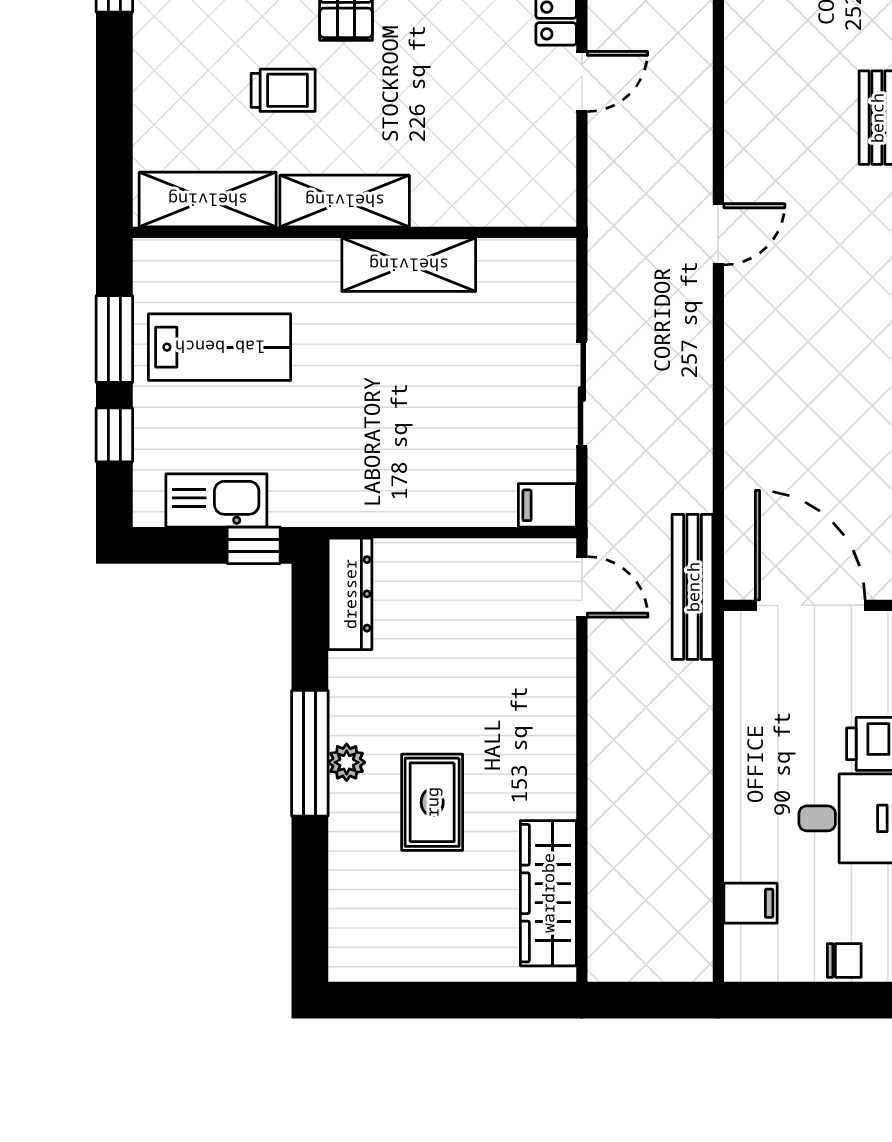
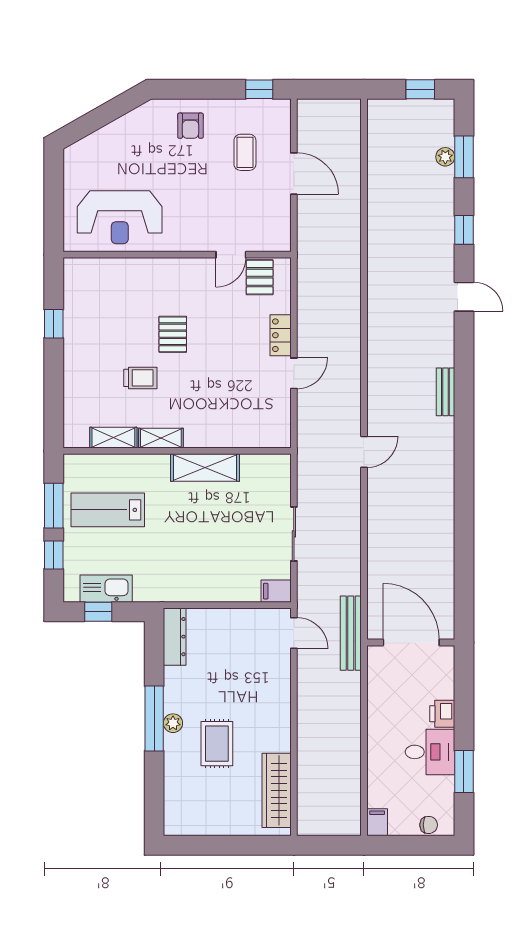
shelving: (208, 200) -> (113, 438), width x0.67, depth x0.75
shelving: (345, 201) -> (161, 438), width x0.67, depth x0.75
lab bench: (220, 347) -> (108, 510), turned 180
window: (254, 545) -> (98, 612), moved
filing cabinet: (750, 903) -> (377, 822), moved, turned -90

